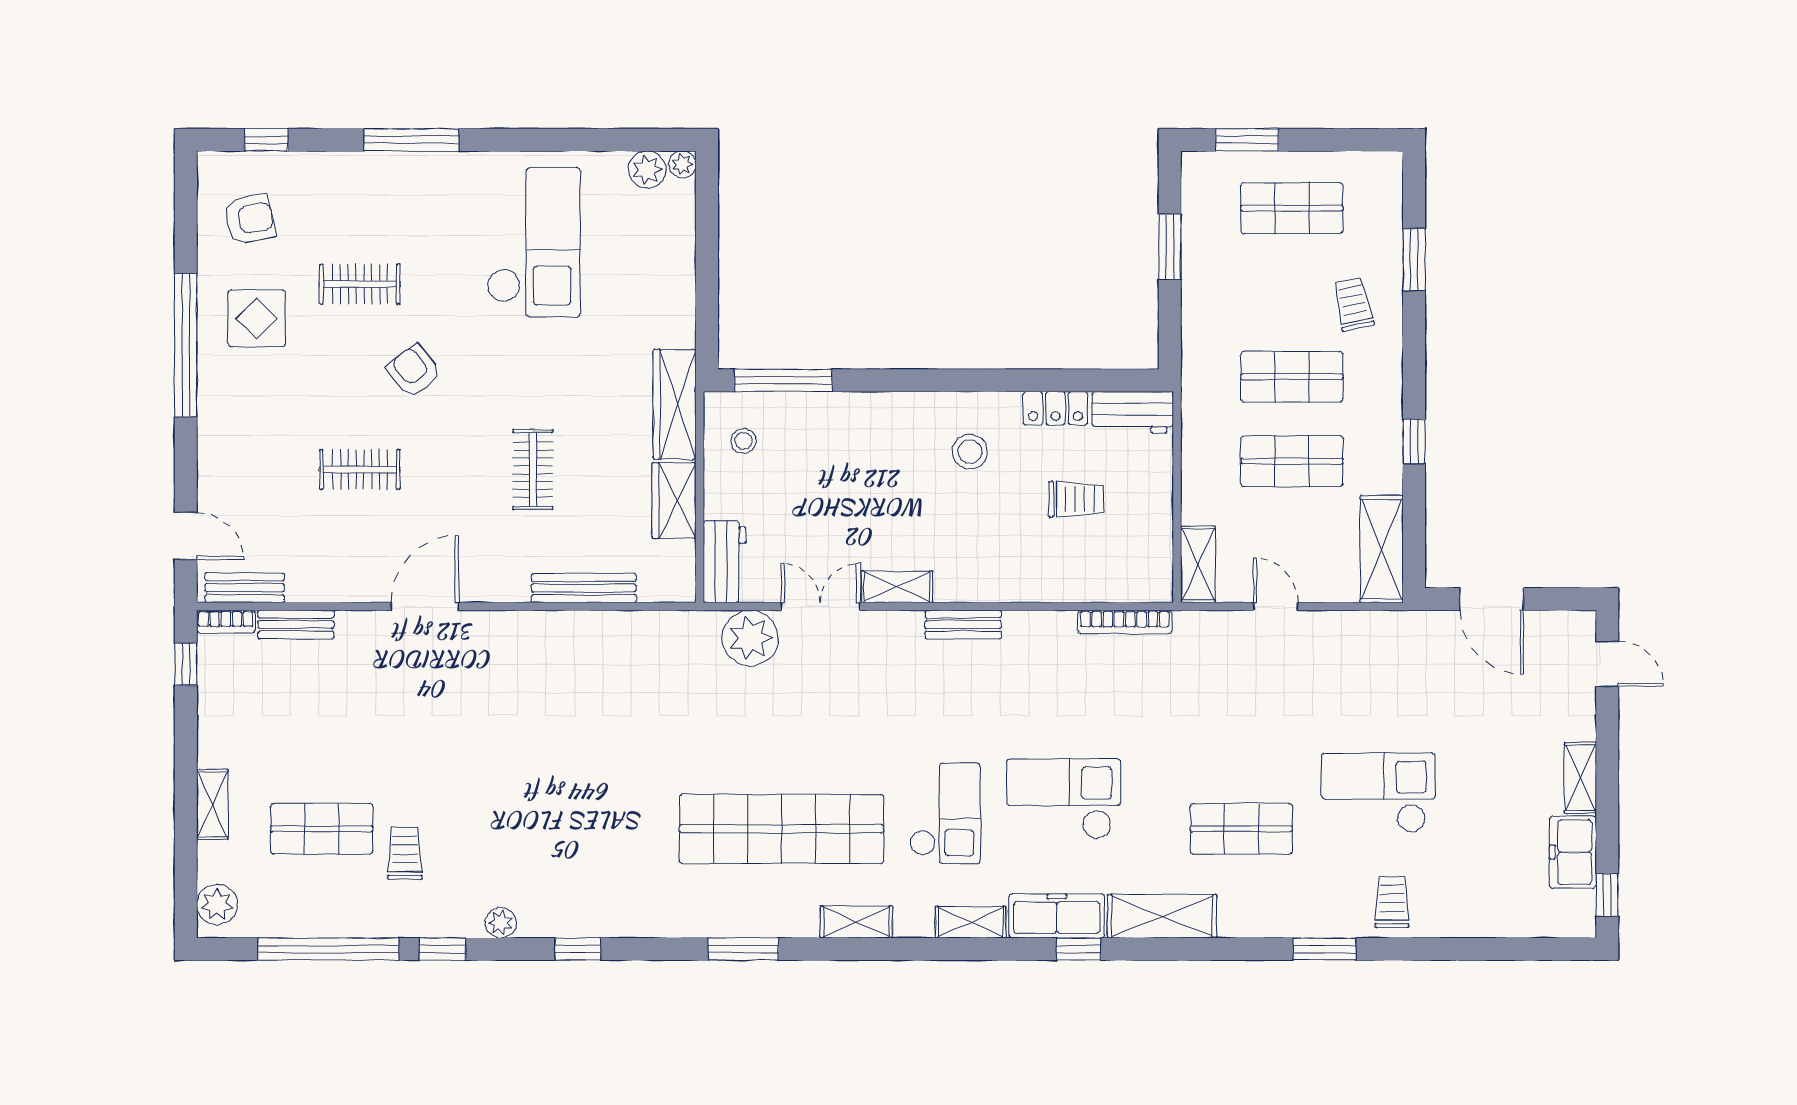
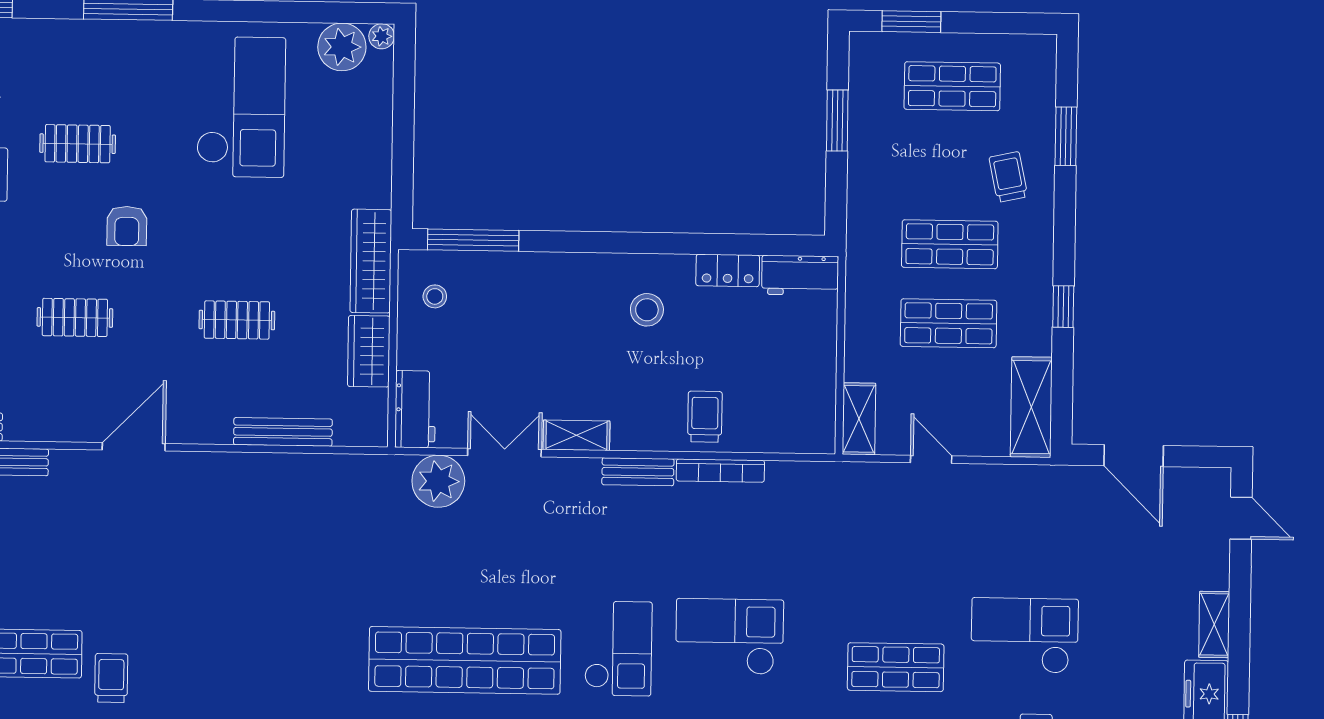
plant: (647, 170) -> (342, 47), width x1.36, depth x1.36
armchair: (414, 371) -> (127, 226), turned -142
clothes rail: (533, 469) -> (237, 320), turned 90
trolley: (1076, 499) -> (705, 417), moved, turned -90
bookcase: (1125, 622) -> (720, 471), moved

